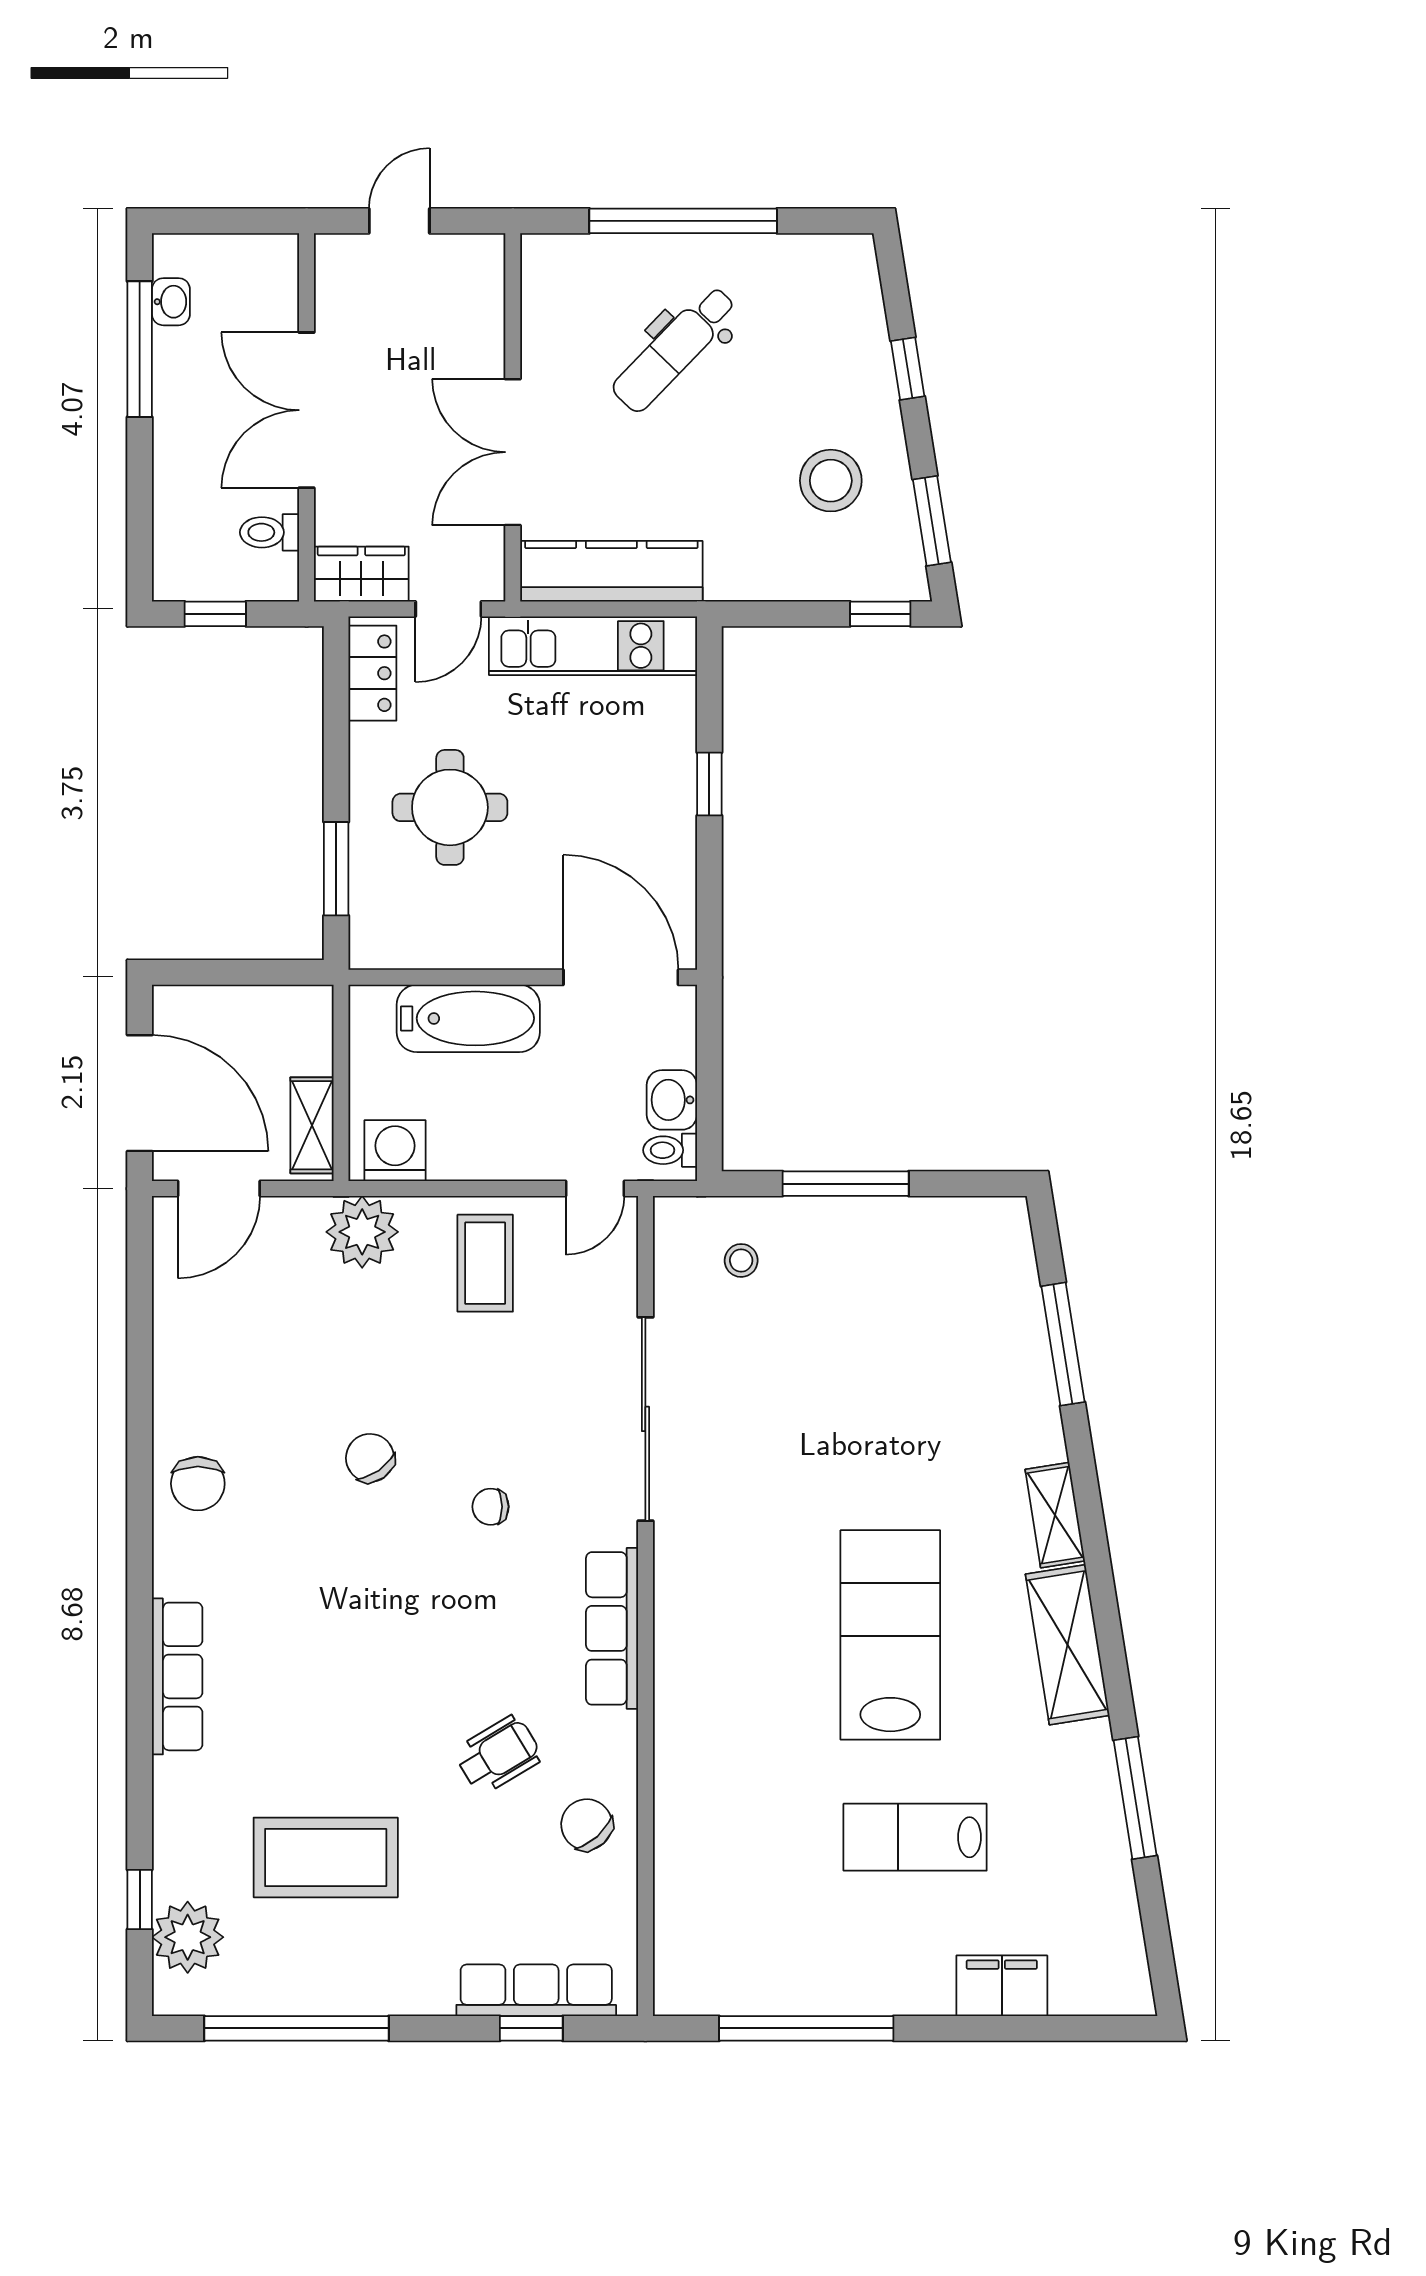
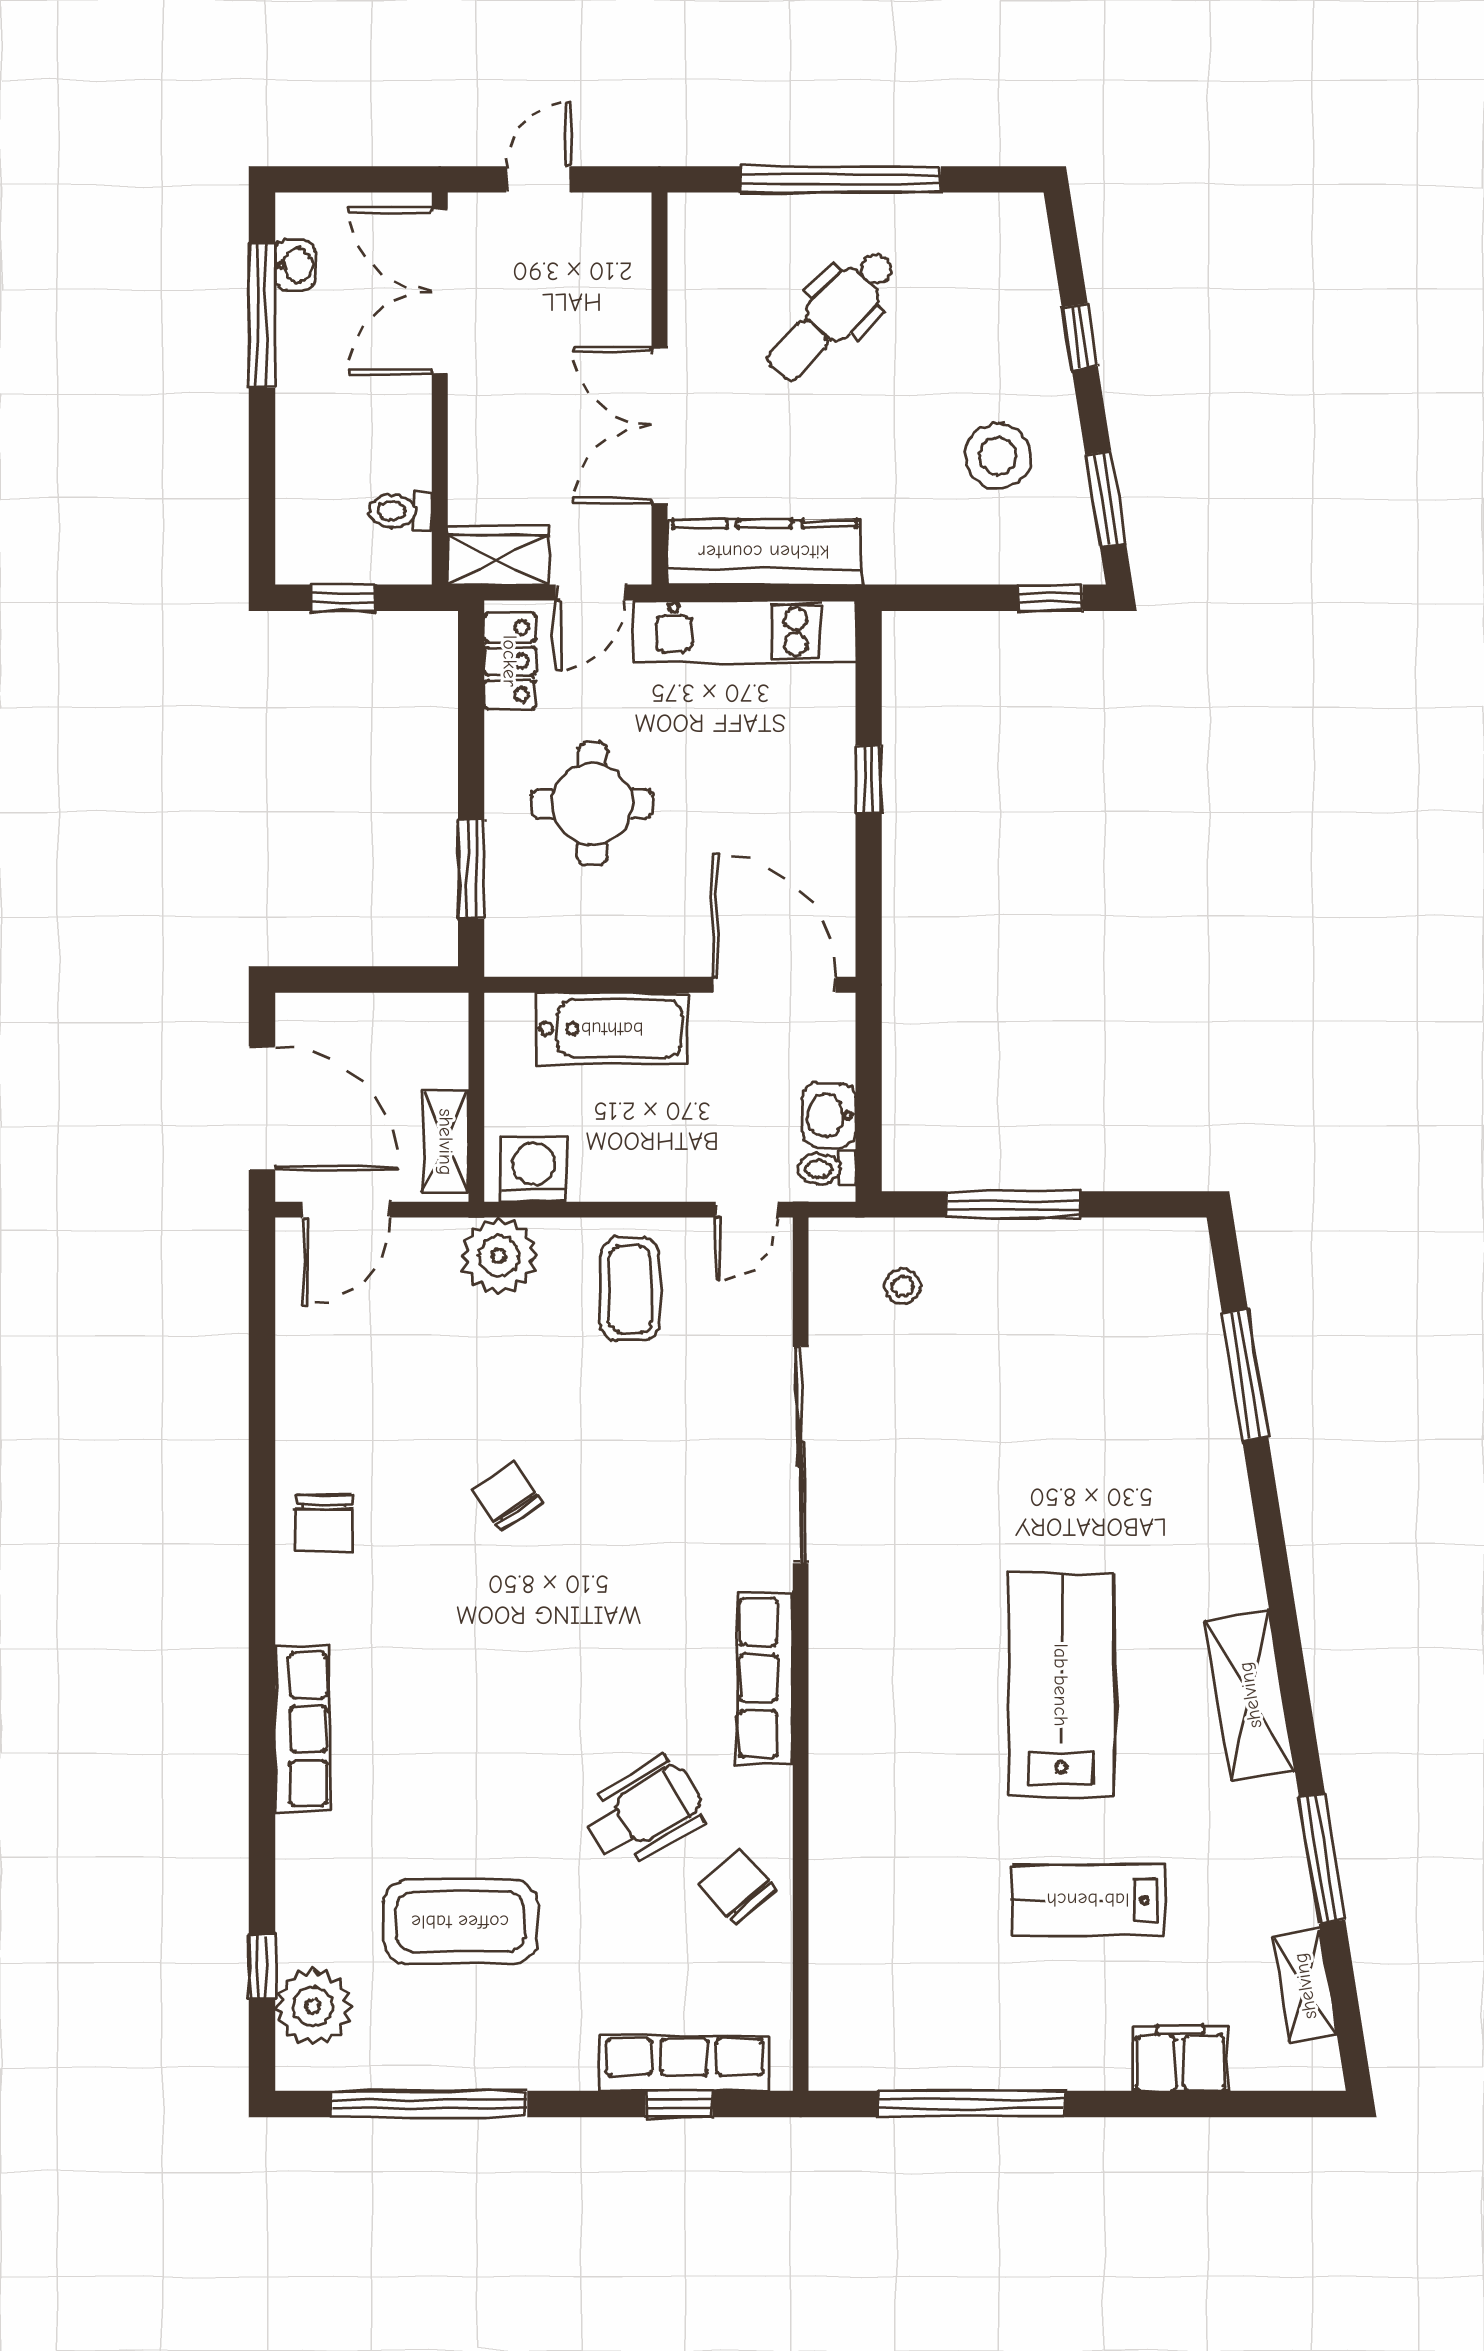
double door: (307, 410) -> (440, 291), moved
chair: (491, 1507) -> (636, 1548), removed
shelving: (1055, 1515) -> (1305, 1986), moved
wheelchair: (498, 1755) -> (644, 1812), width x1.36, depth x1.37

